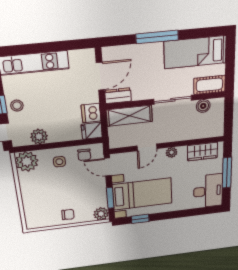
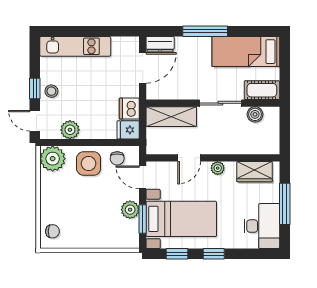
dresser: (118, 96) -> (160, 44), moved, turned 180
side table: (59, 162) -> (89, 163), width x1.87, depth x1.87
plant: (101, 214) -> (130, 210), moved
chair: (68, 215) -> (52, 231), moved
window: (170, 215) -> (214, 254), added

